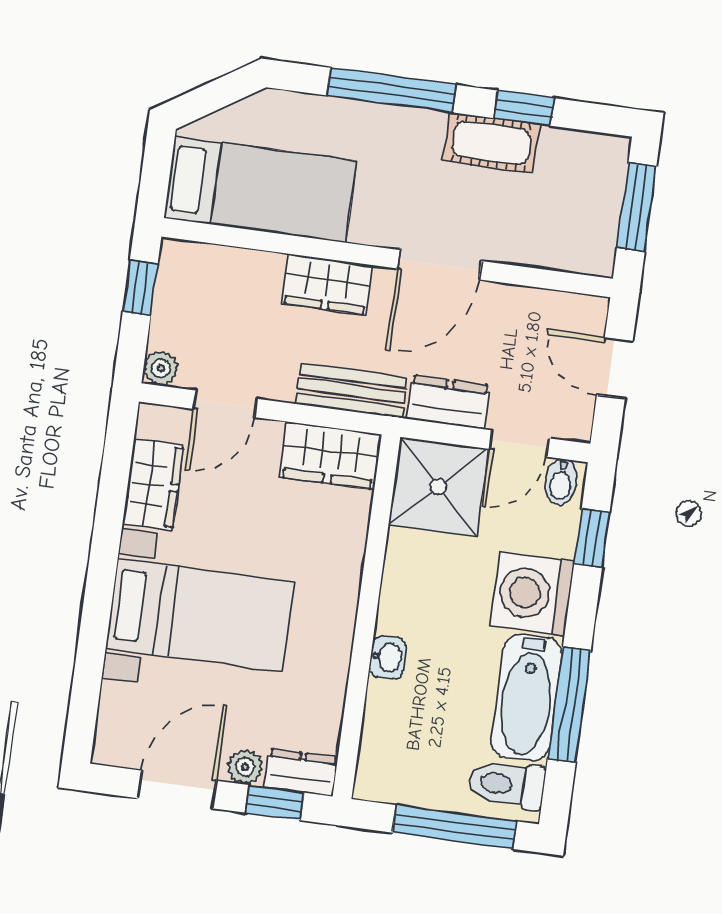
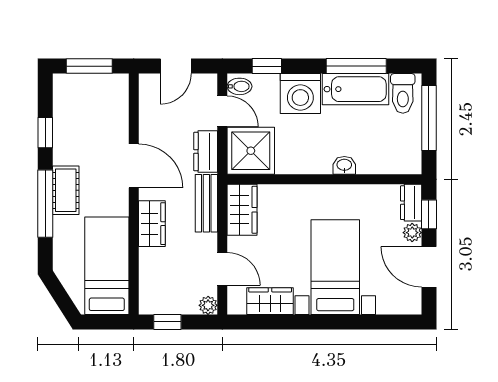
cot: (491, 143) -> (66, 190), moved

